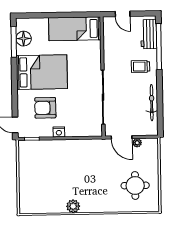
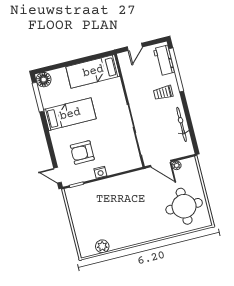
door: (123, 14) -> (135, 47), hinge flipped
floor lamp: (24, 39) -> (44, 80), moved
bed: (42, 72) -> (70, 114), width x0.67
round table: (135, 185) -> (184, 206), width x1.36, depth x1.36
plant: (73, 206) -> (102, 246), moved

